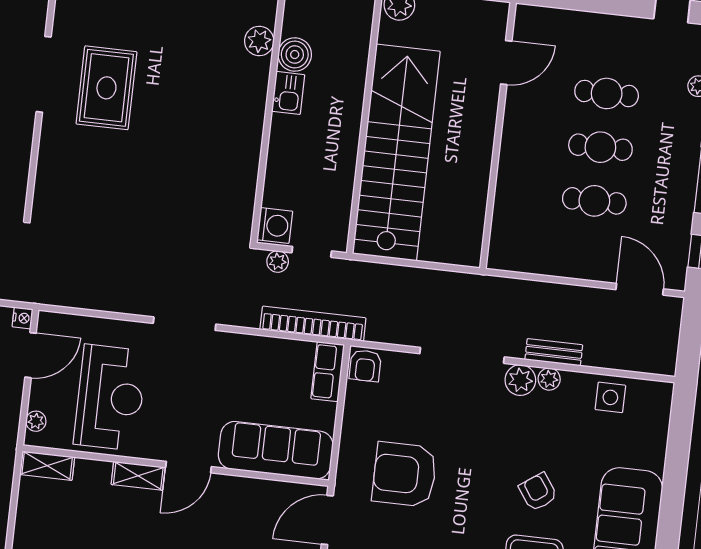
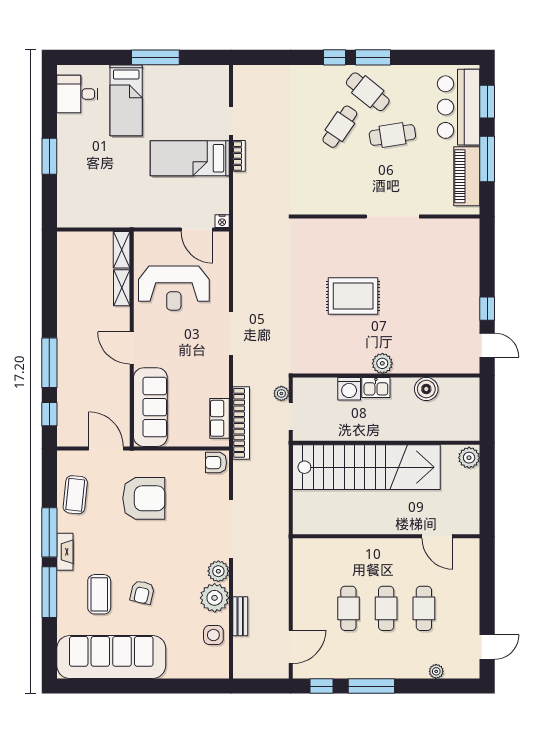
plant: (259, 41) -> (382, 363), moved
rug: (106, 88) -> (353, 296), moved
kitchen sink: (288, 93) -> (376, 387), moved
washing machine: (275, 225) -> (349, 389), moved
bench: (554, 352) -> (240, 616), moved
row of seats: (328, 372) -> (219, 418), moved, turned -90
plant: (549, 379) -> (215, 598), width x1.88, depth x1.88
plant: (36, 421) -> (152, 238), removed
armchair: (405, 474) -> (144, 498), turned 90
shelving: (138, 476) -> (122, 288), moved
armchair: (538, 492) -> (142, 592), turned 138

